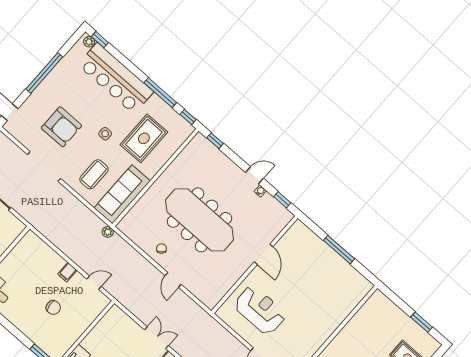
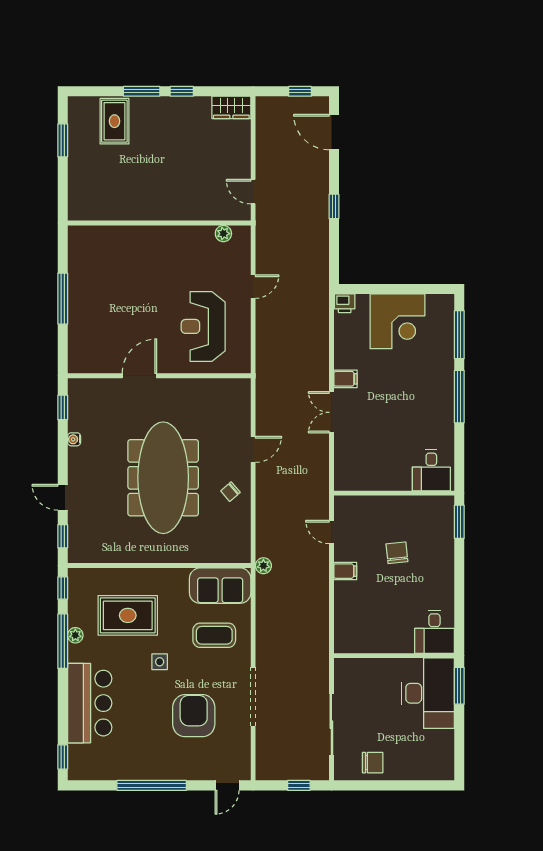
plant: (89, 42) -> (75, 635), moved
bar counter: (116, 78) -> (90, 703), width x0.73
door: (254, 175) -> (63, 497), moved
sofa: (122, 194) -> (220, 586), width x0.73

